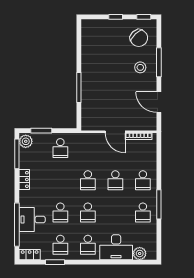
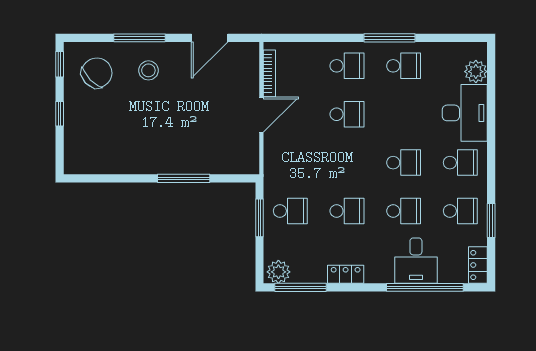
window: (41, 131) -> (259, 218), moved
school desk: (88, 180) -> (347, 211), moved

